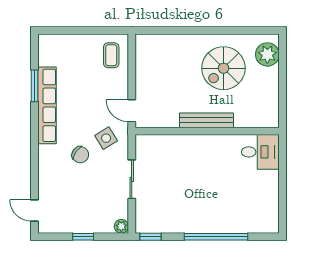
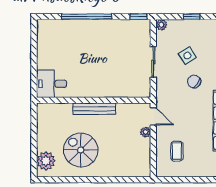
coffee table: (111, 55) -> (177, 151), moved
spiral stairs: (223, 68) -> (81, 150), turned -90
plant: (142, 91) -> (146, 132), added
side table: (106, 138) -> (187, 56), moved

